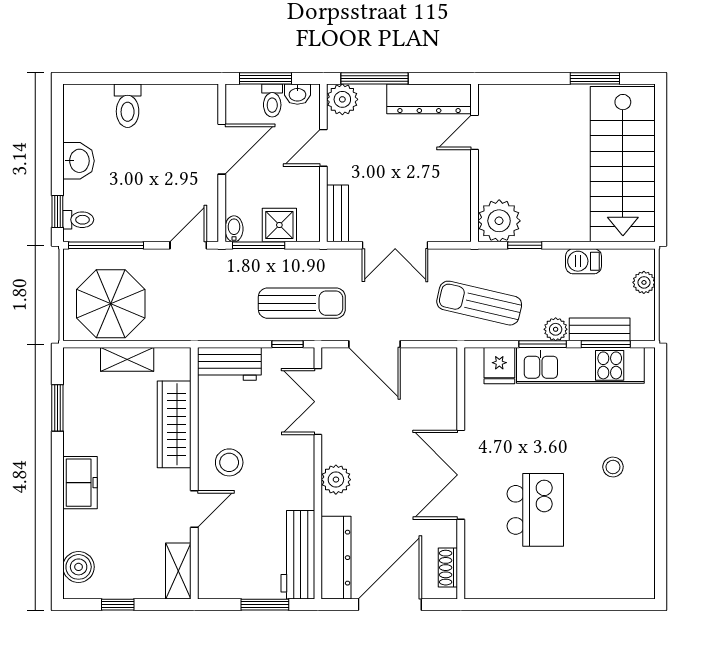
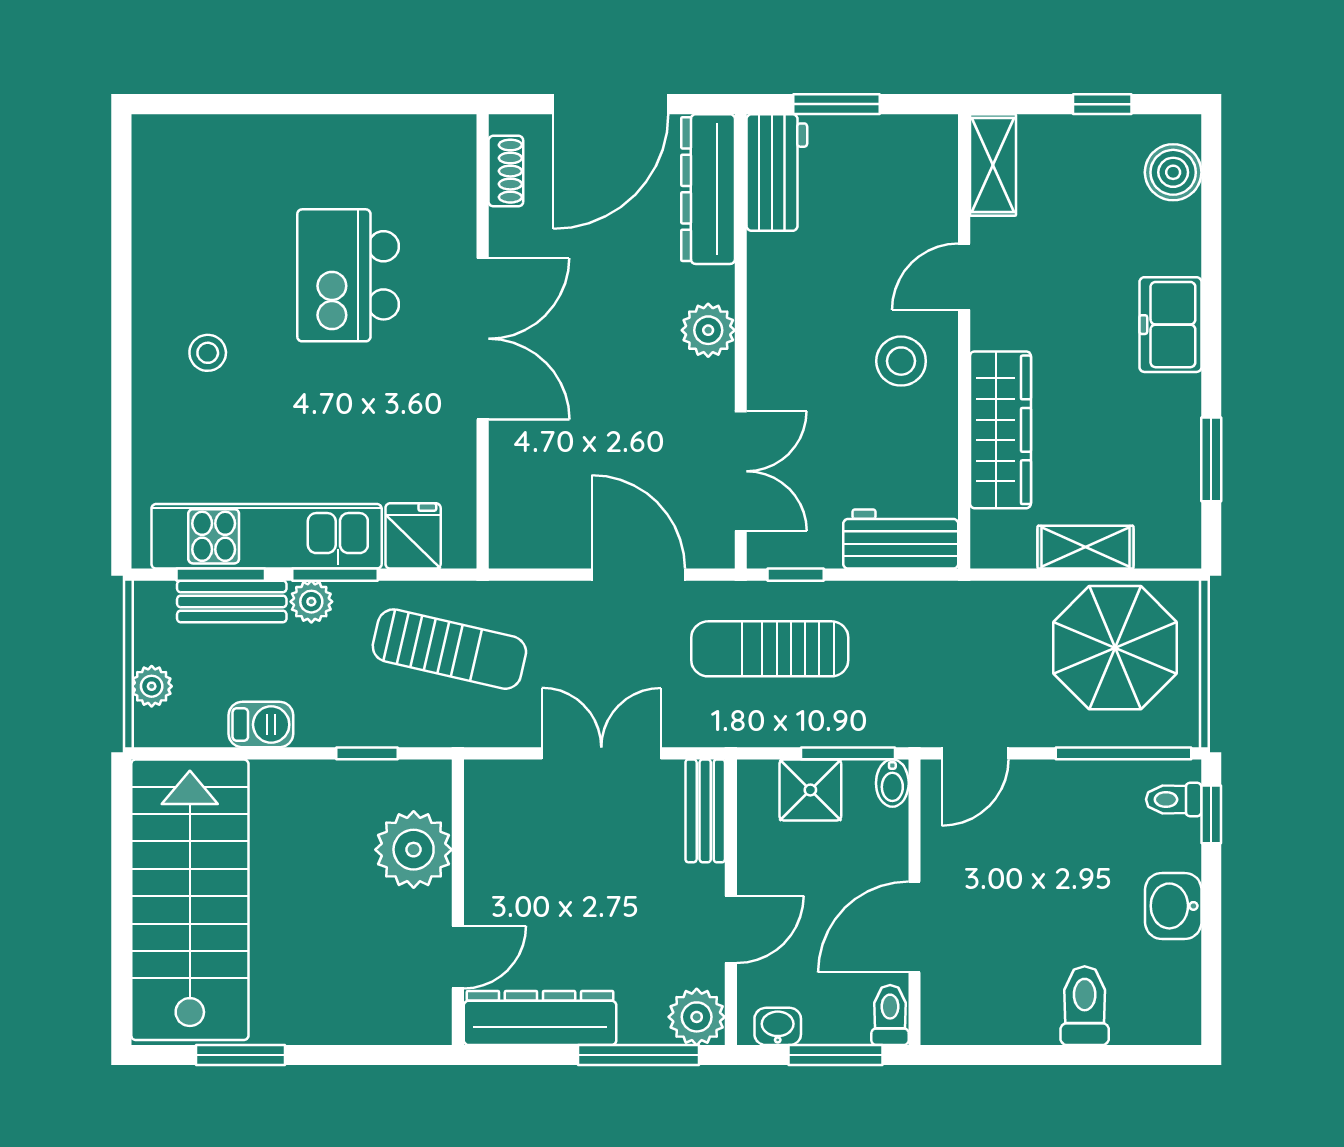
toilet: (272, 100) -> (890, 1015), moved
plant: (499, 221) -> (414, 850), moved
workbench: (298, 555) -> (777, 172), width x0.73

